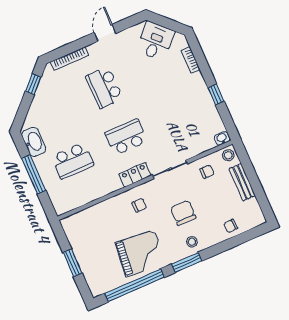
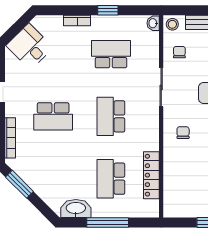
bookcase: (190, 60) -> (77, 20), moved
window: (33, 84) -> (19, 184), width x1.50
school desk: (180, 114) -> (111, 54), added
school desk: (73, 161) -> (111, 179), turned 180
locker: (135, 175) -> (151, 175), moved, width x1.53

